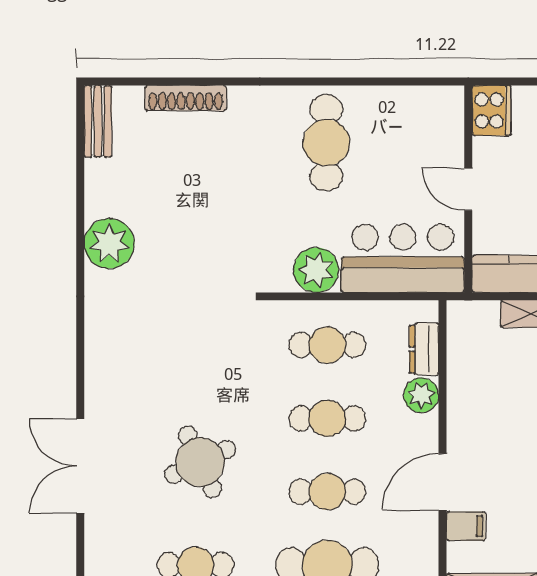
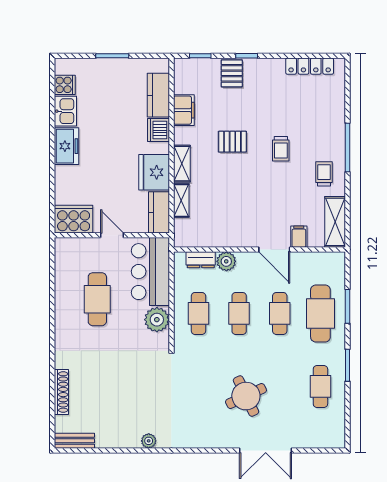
cooker: (491, 110) -> (74, 219), width x1.37, depth x1.31
cafe table: (326, 143) -> (97, 299), moved, turned 90
door: (468, 189) -> (112, 235), swing flipped
plant: (109, 244) -> (149, 441), width x0.53, depth x0.53
round table: (200, 462) -> (246, 396), moved

